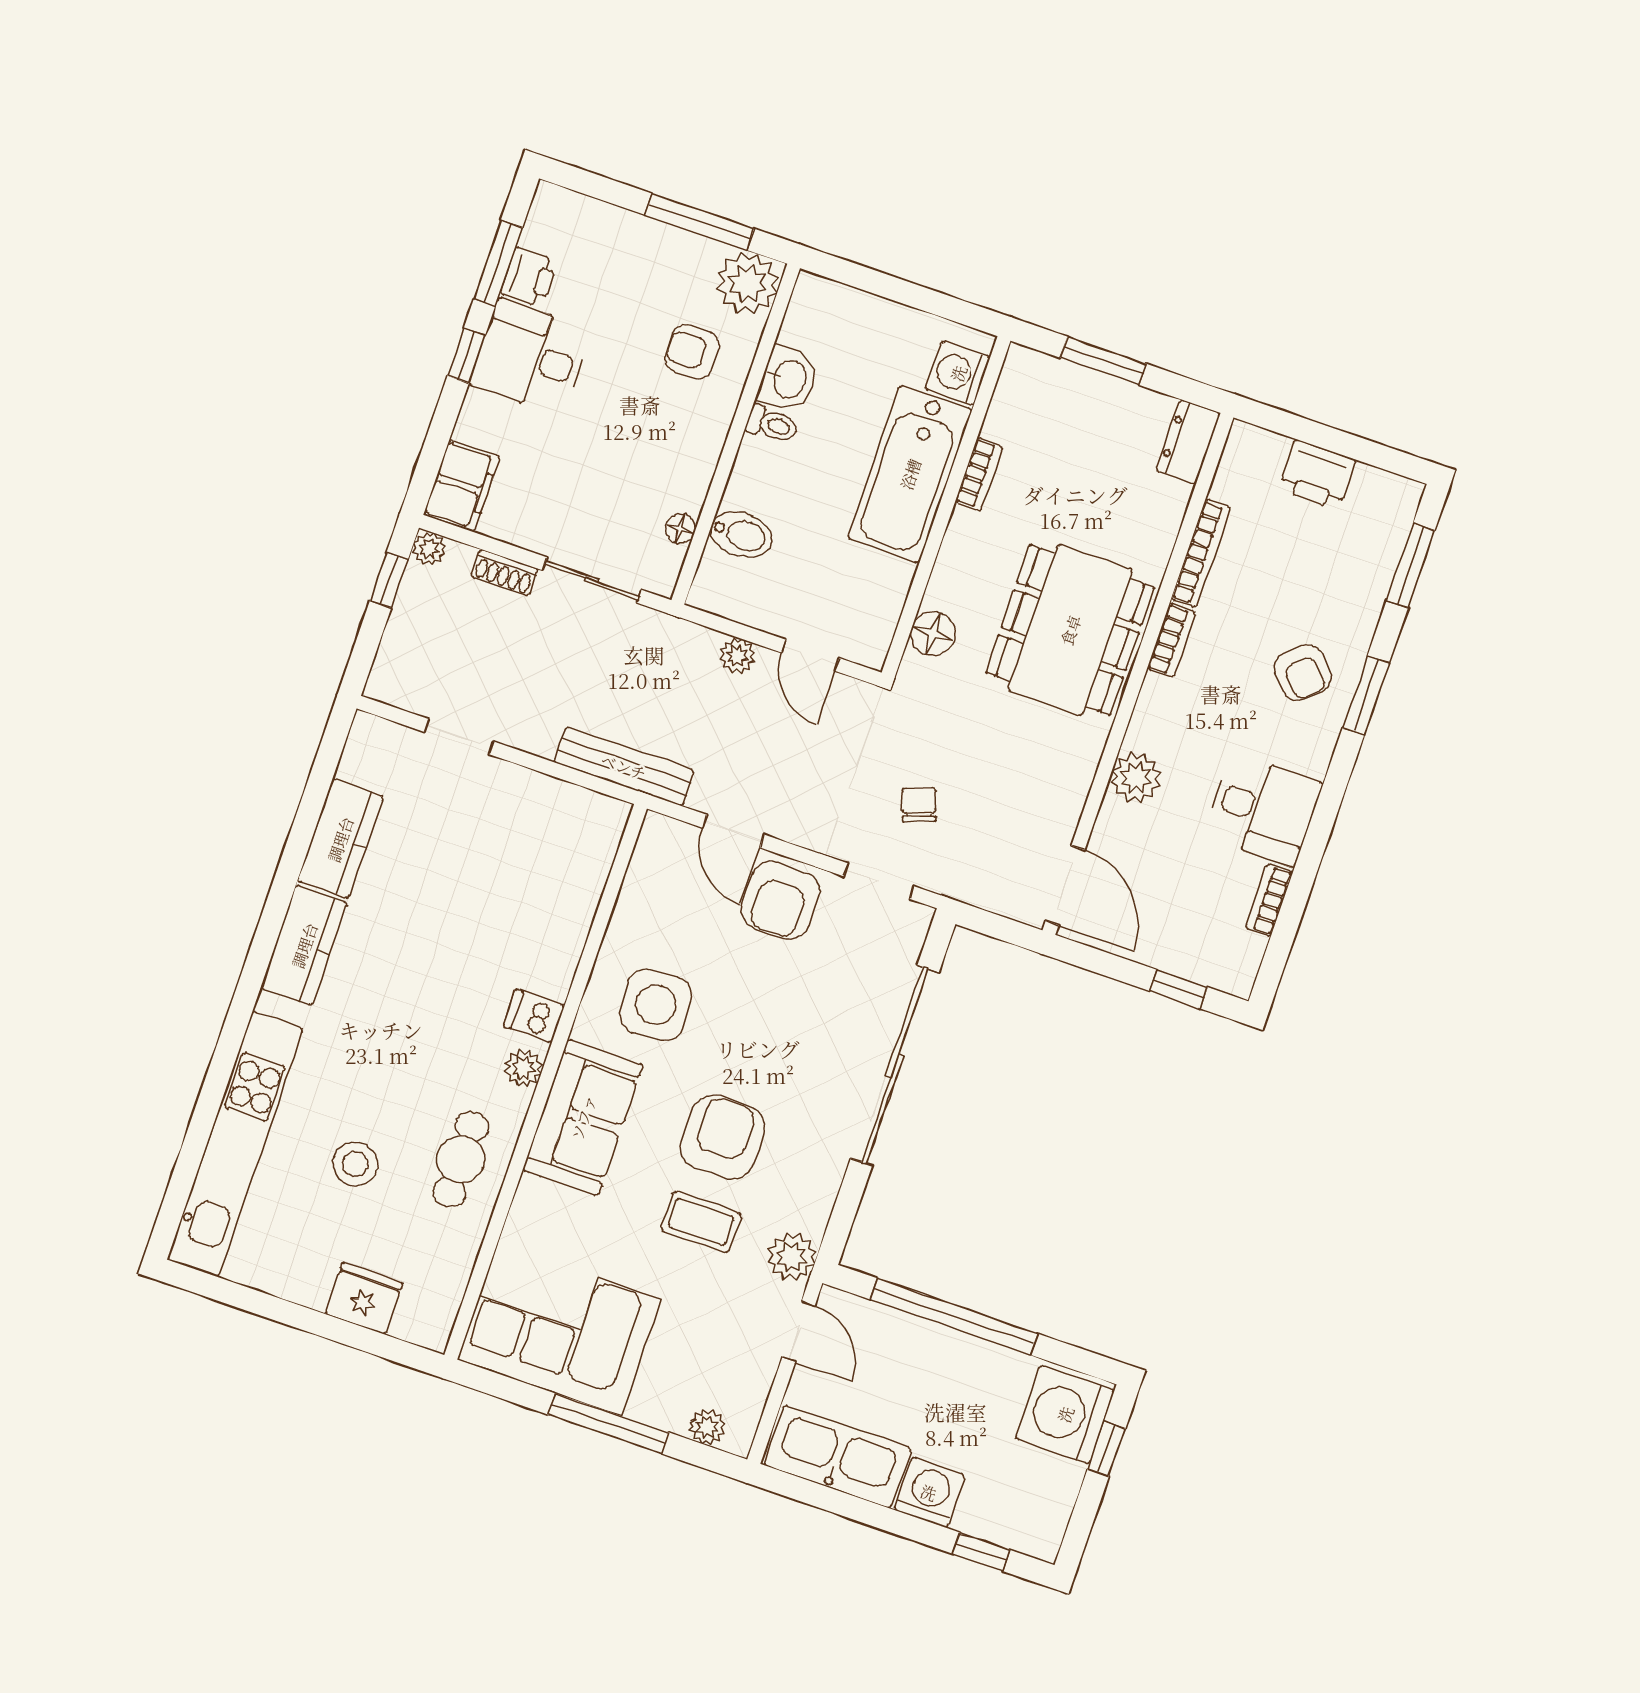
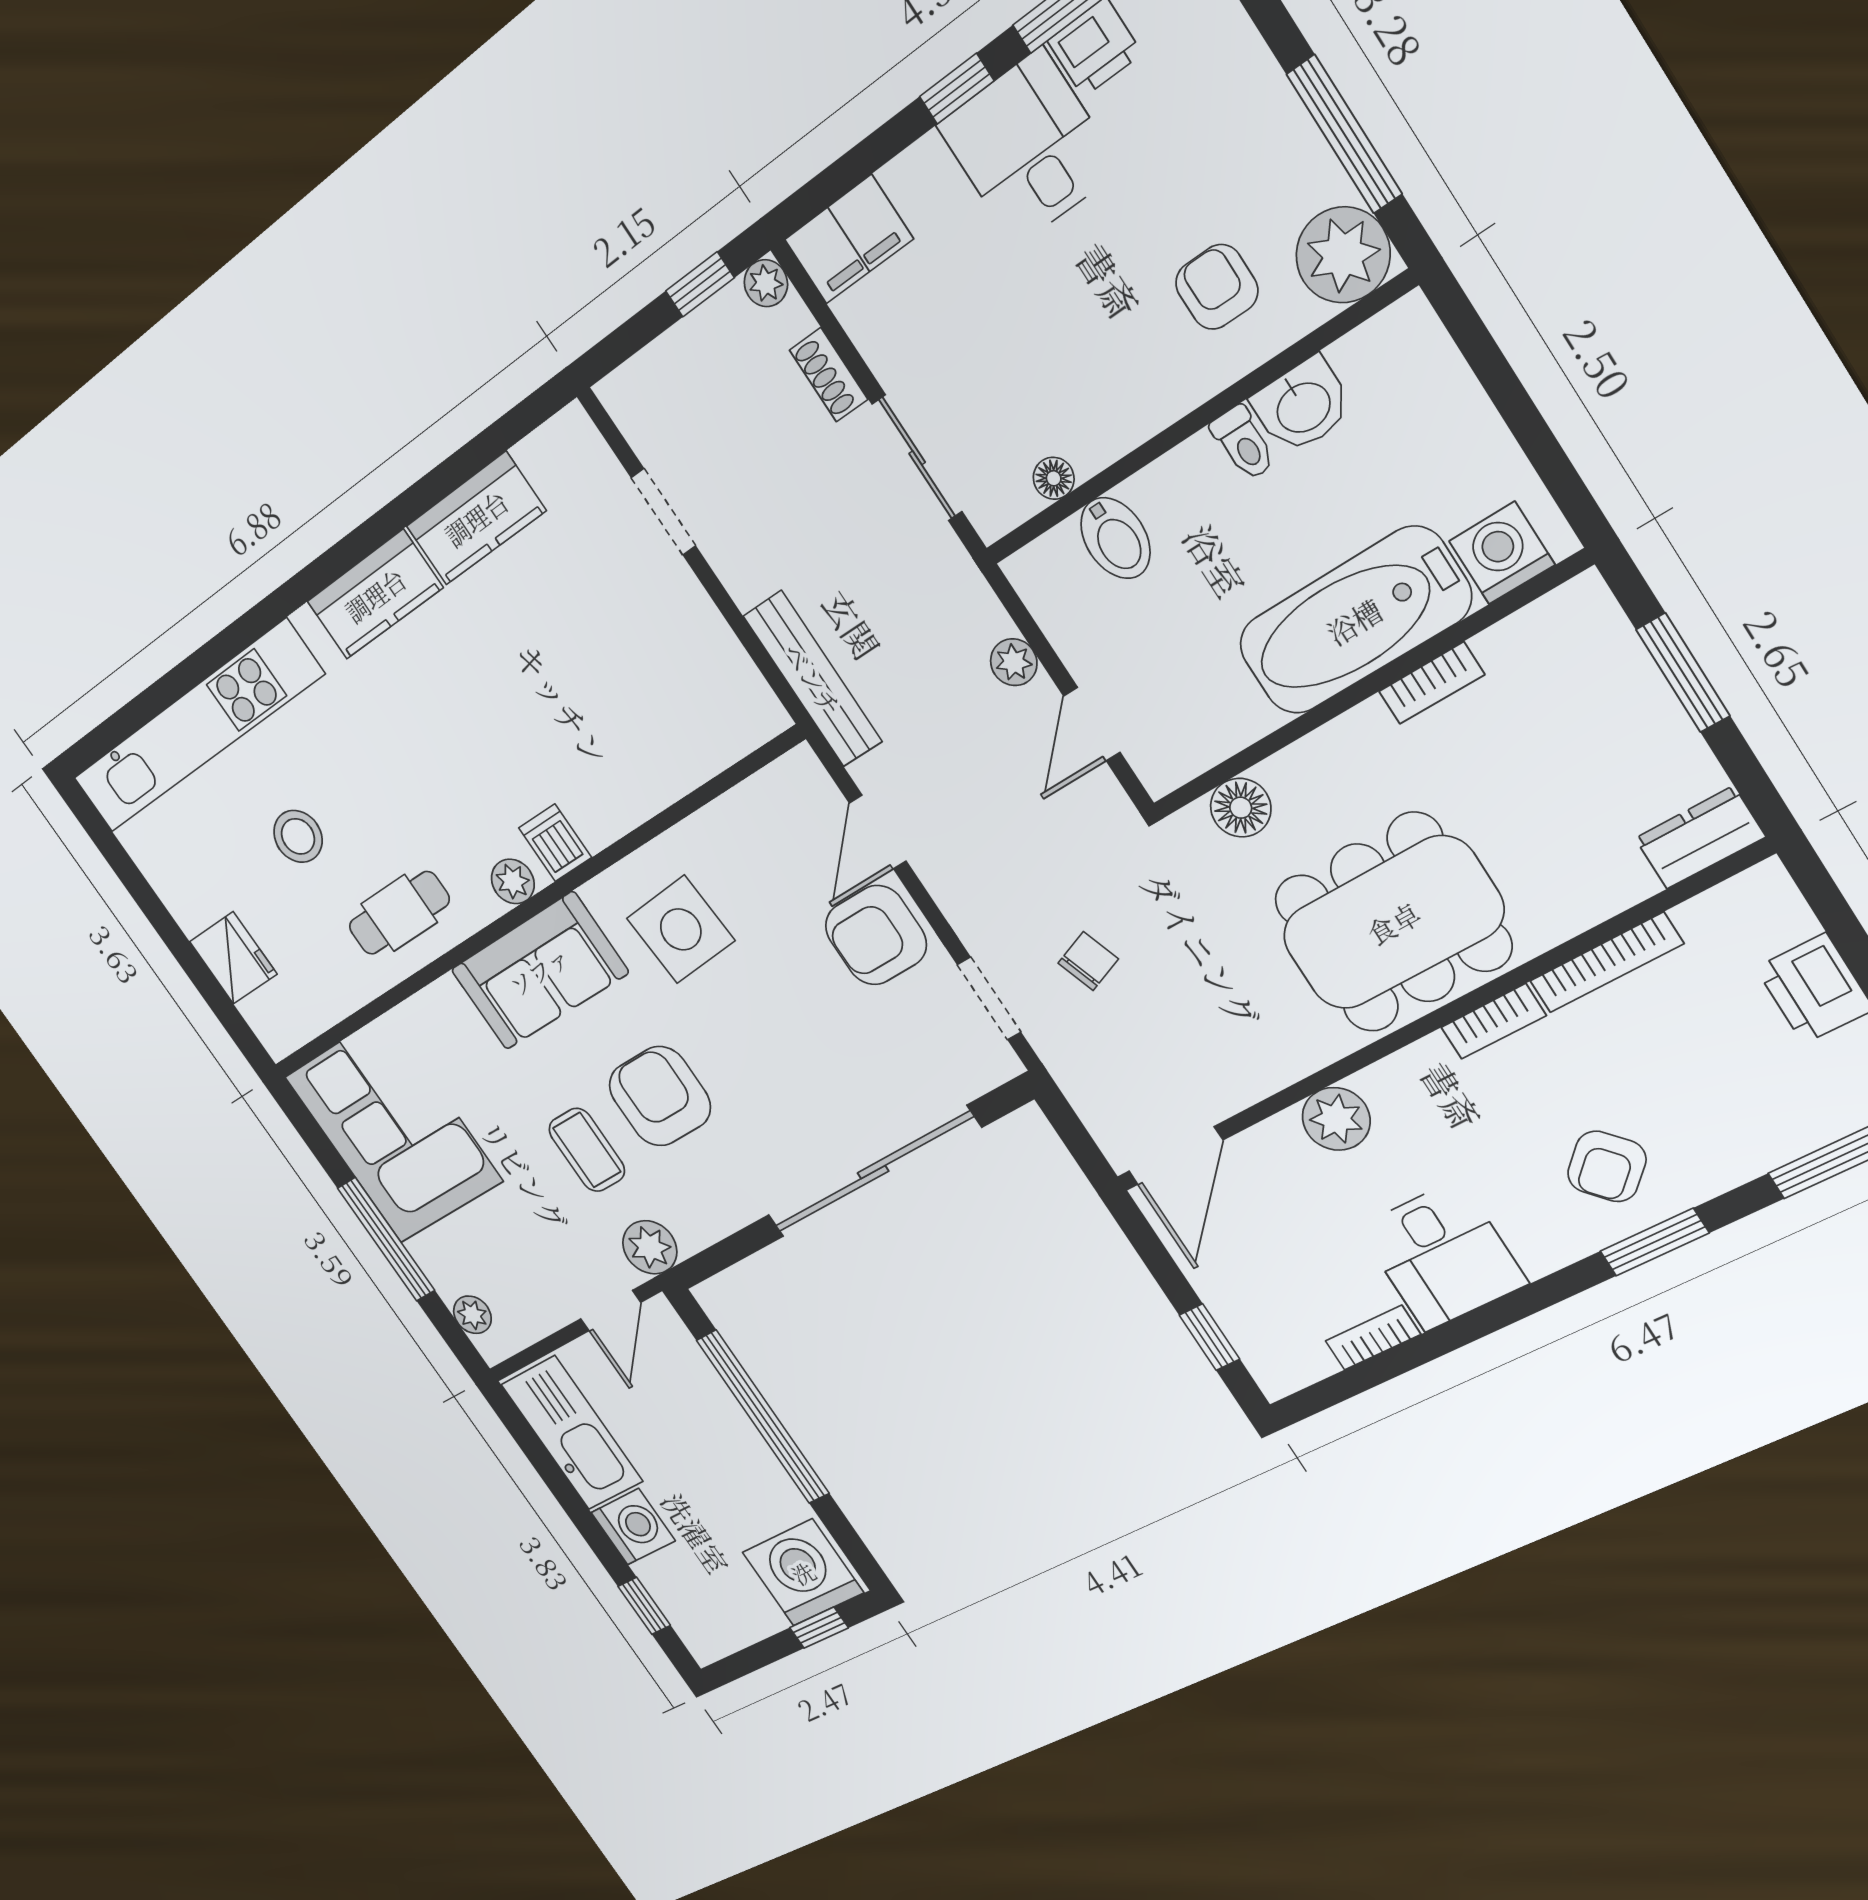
armchair: (722, 1137) -> (660, 1096), turned -90

